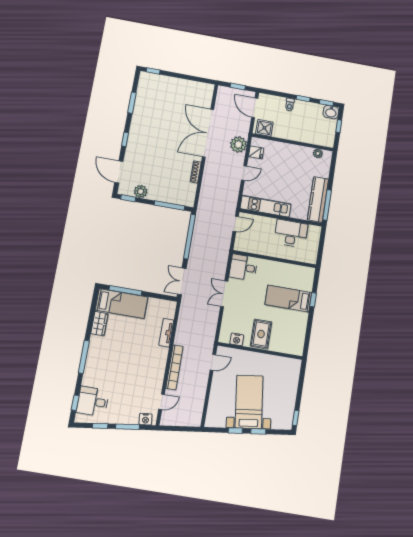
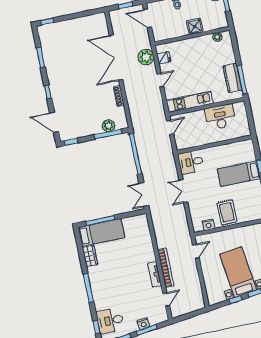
shower: (264, 128) -> (195, 26), moved
plant: (141, 191) -> (108, 126), moved
kitchen counter: (318, 199) -> (233, 78), width x0.67
tv unit: (166, 333) -> (155, 274), moved
nightstand: (146, 419) -> (143, 324), moved

